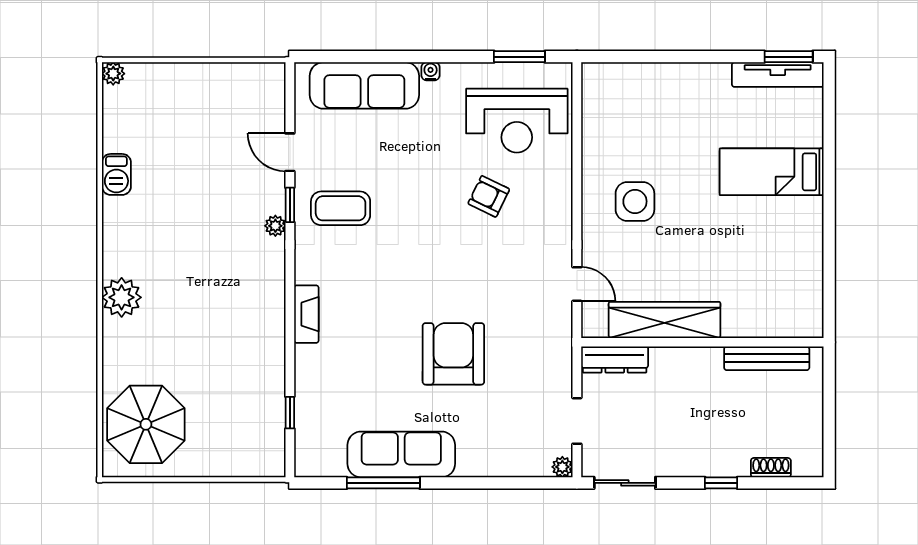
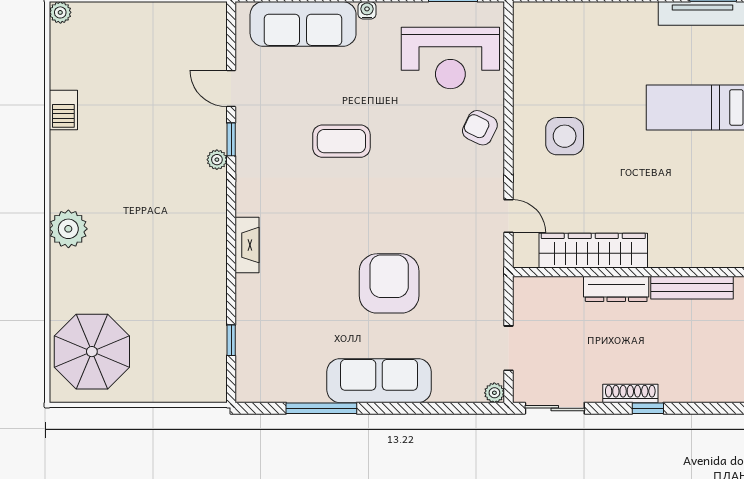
armchair: (489, 196) -> (480, 128), moved
coffee table: (341, 208) -> (341, 141), moved
dresser: (615, 360) -> (616, 289), moved
sofa: (401, 454) -> (379, 381), moved
shoe rack: (771, 468) -> (630, 393), moved, width x1.43

